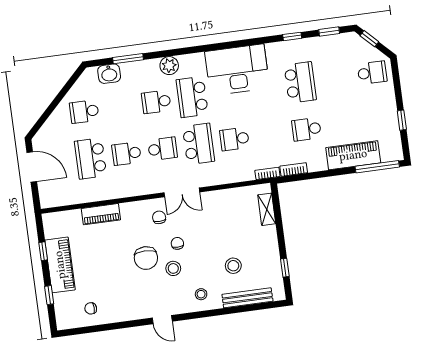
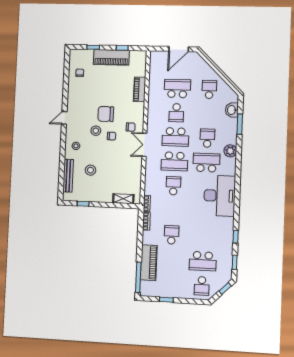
school desk: (300, 82) -> (203, 261), moved
school desk: (163, 149) -> (175, 137), width x1.85
school desk: (127, 154) -> (176, 113), turned 180

